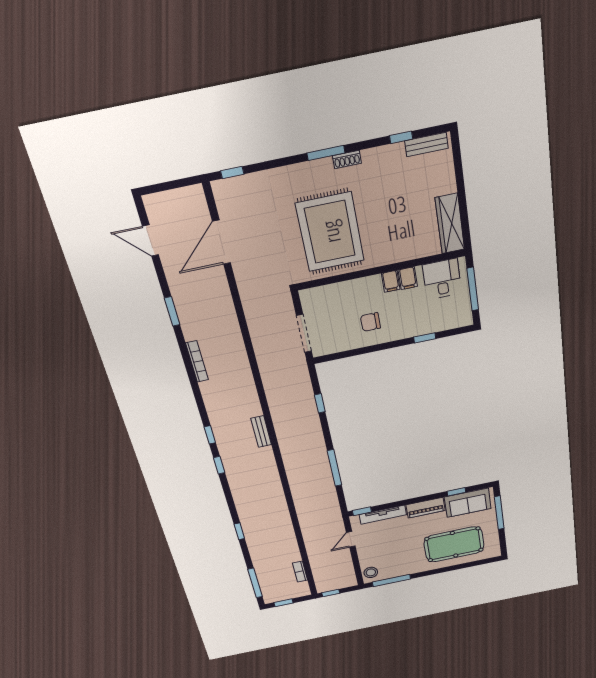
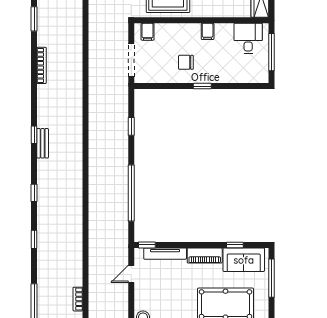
filing cabinet: (408, 278) -> (148, 32), moved
window: (425, 338) -> (202, 86), moved
bench: (261, 432) -> (43, 143), moved
window: (219, 465) -> (34, 193), moved
window: (335, 468) -> (131, 193), width x1.46

